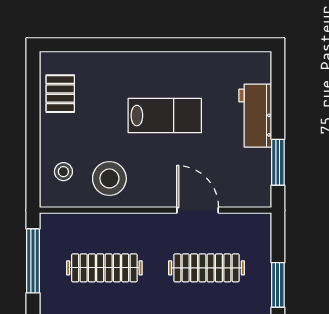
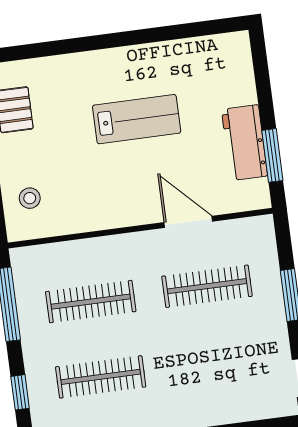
workbench: (255, 116) -> (245, 143), moved
stool: (109, 178) -> (83, 199), removed

